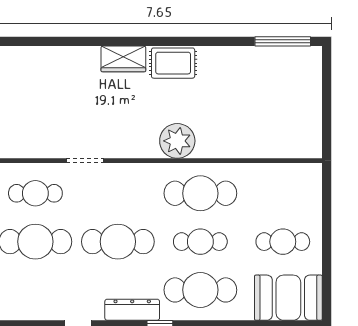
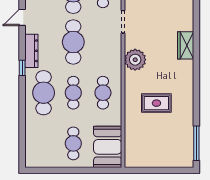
rug: (173, 63) -> (156, 103), moved, turned 90
plant: (177, 141) -> (135, 60), moved
cafe table: (200, 193) -> (103, 93), width x0.73, depth x0.74
booth: (288, 298) -> (108, 147), moved

